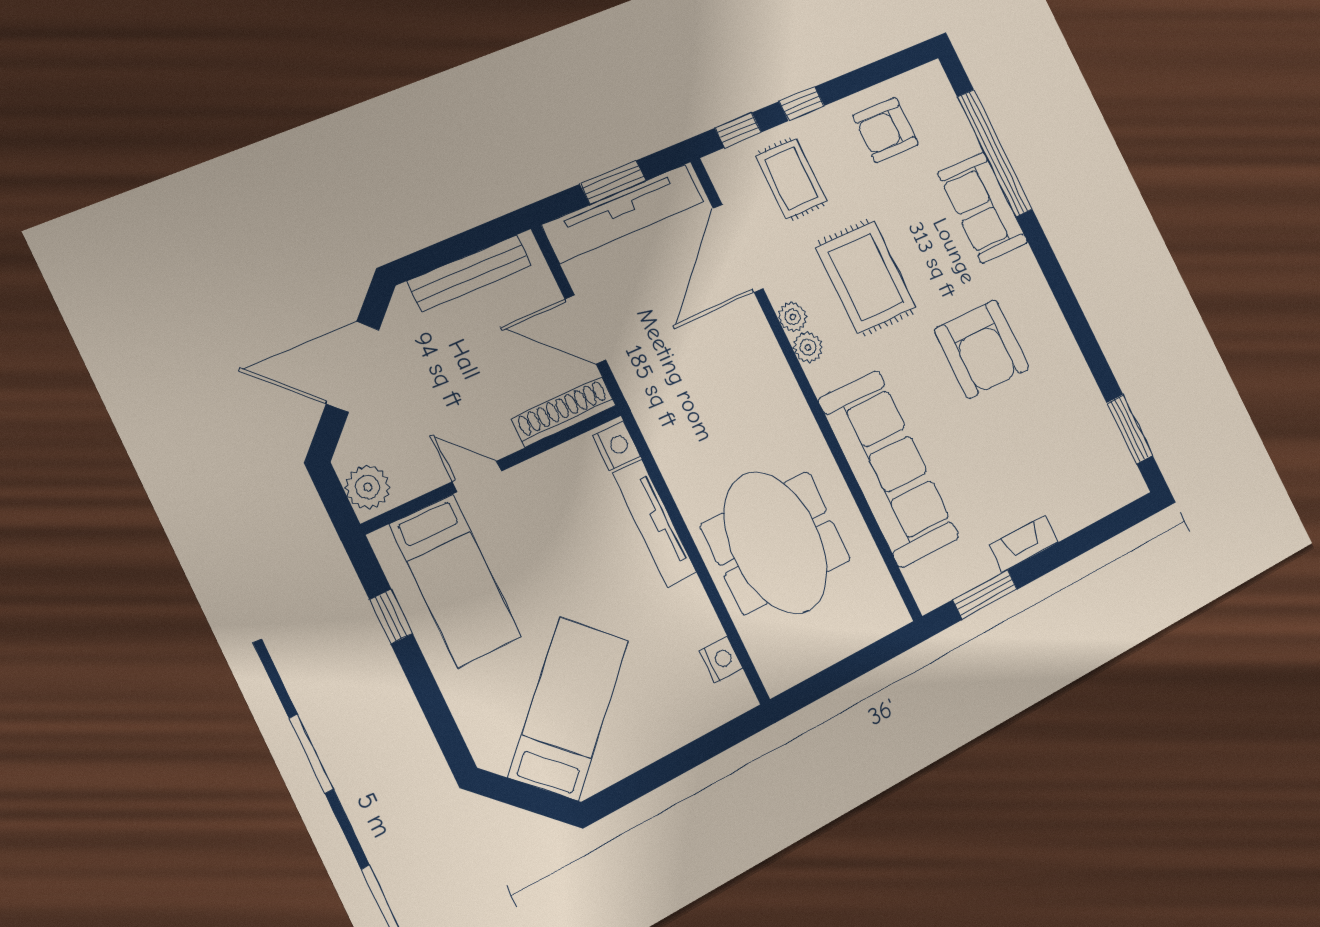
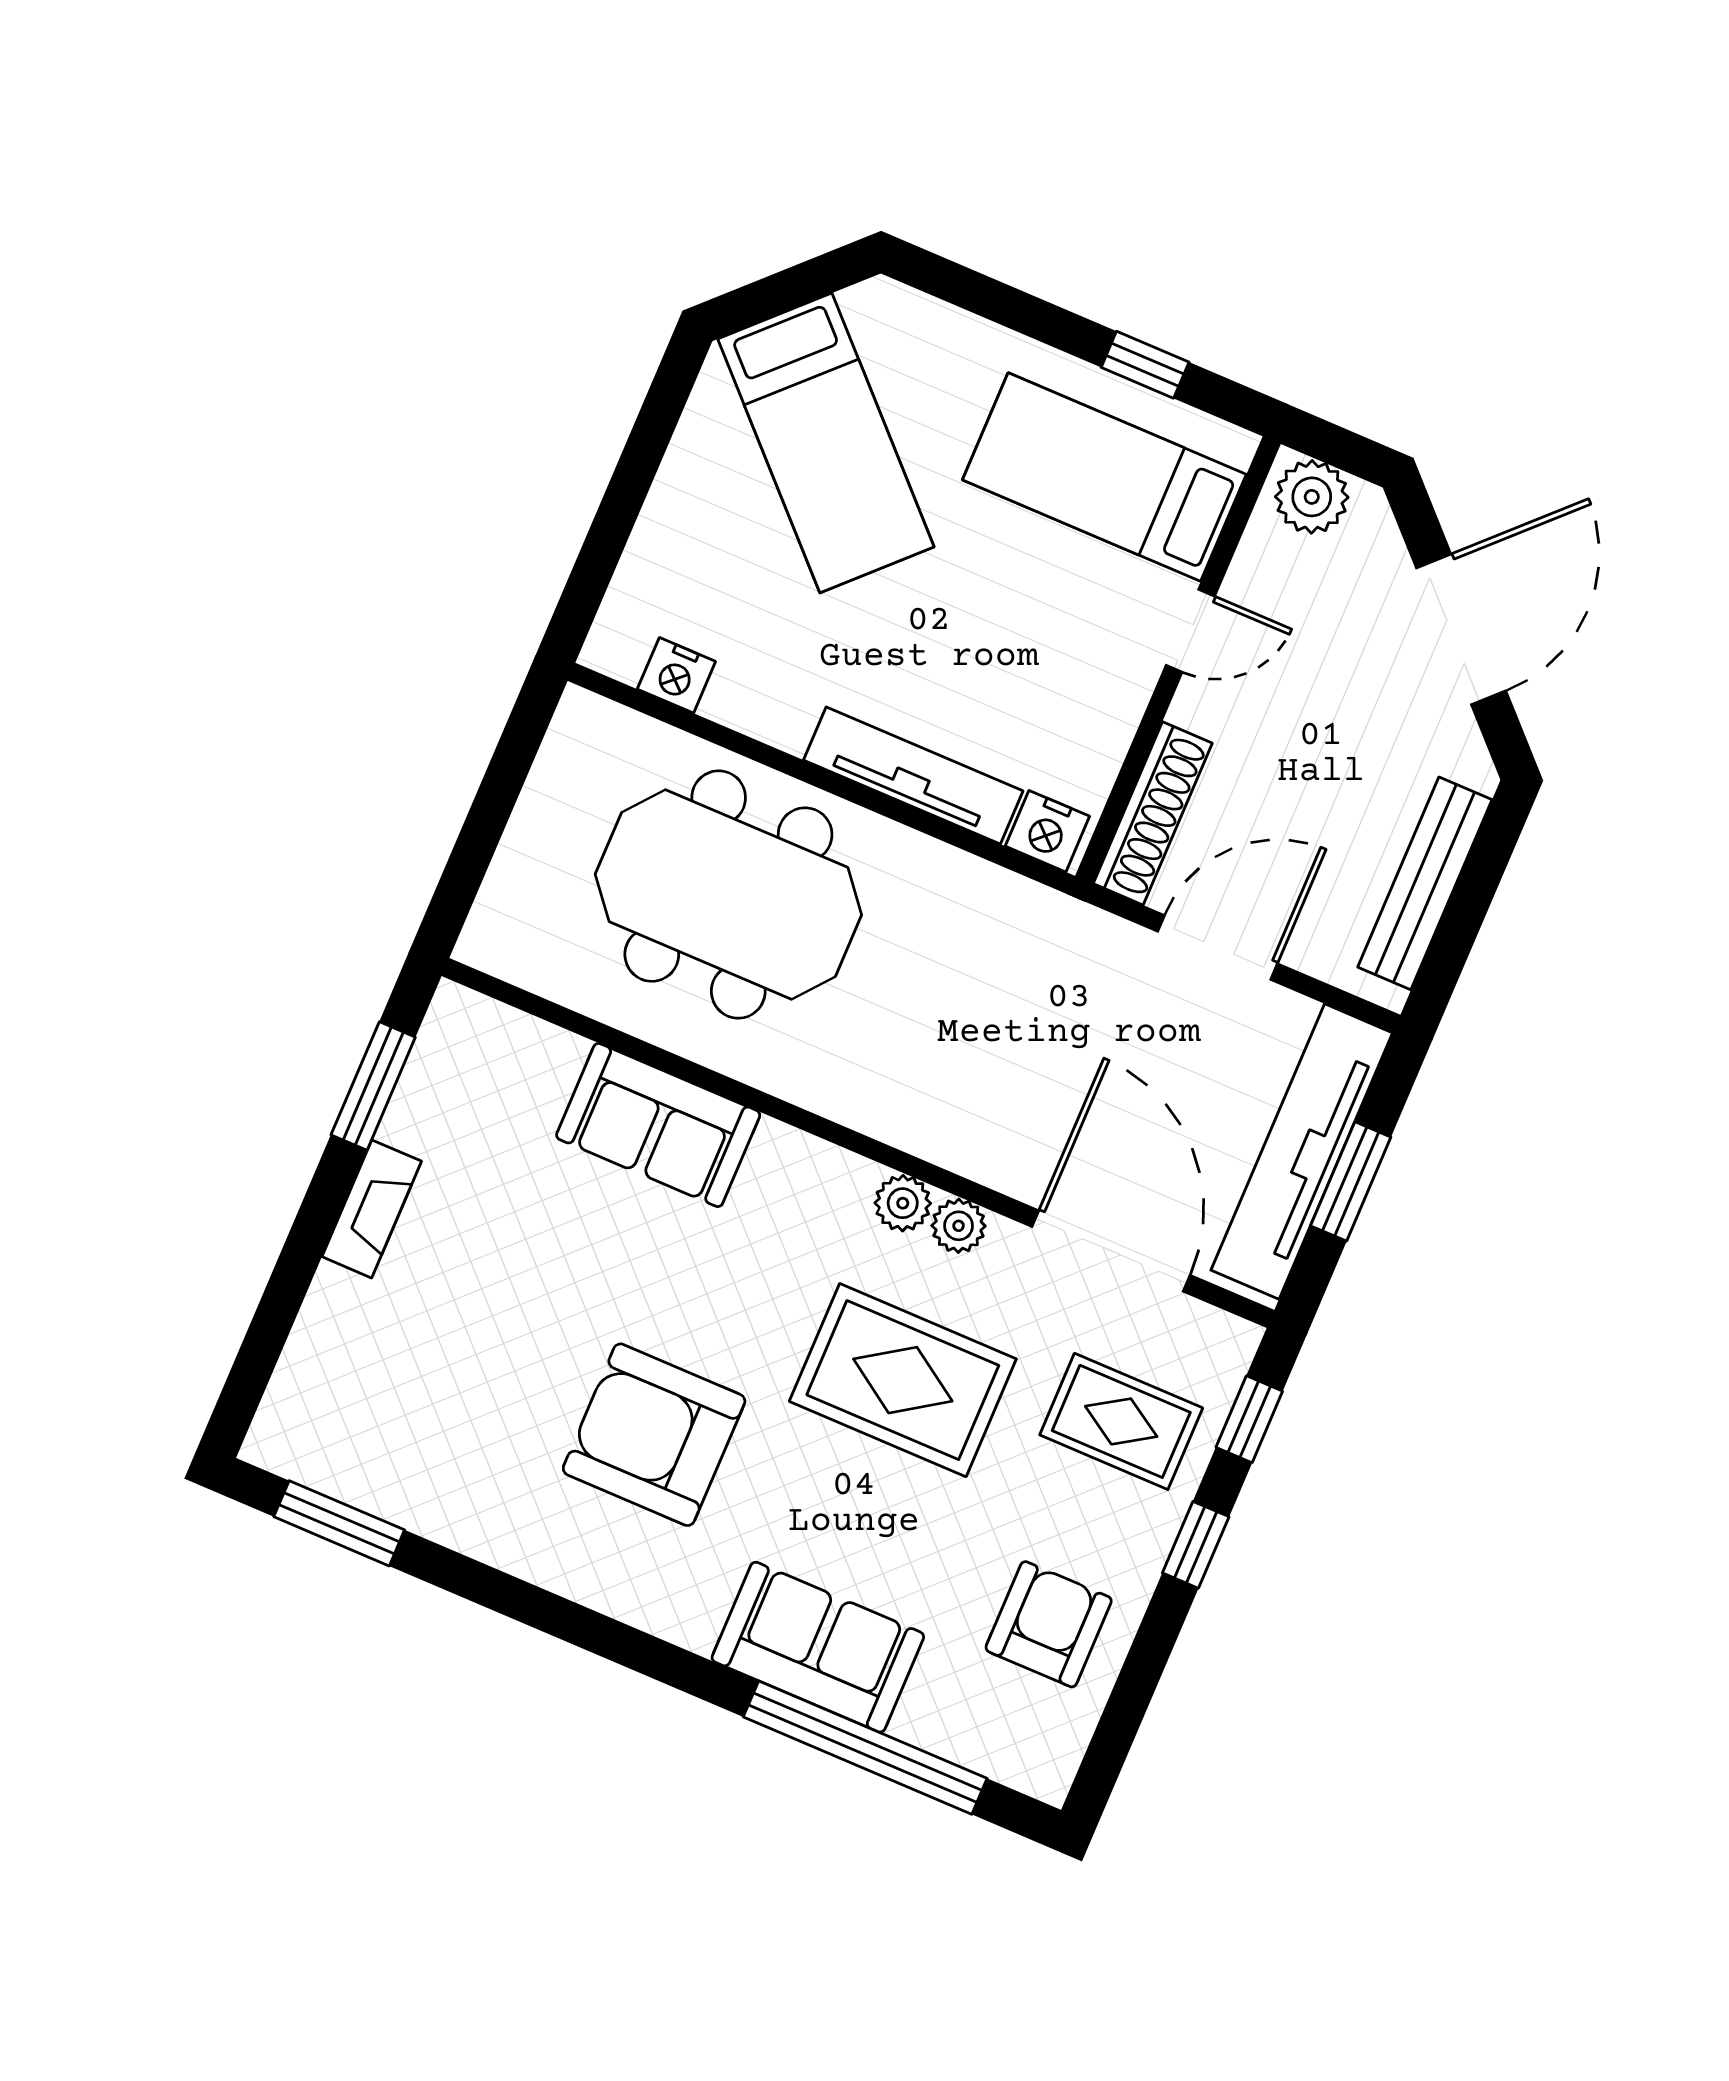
sofa: (889, 469) -> (658, 1125), width x0.54, depth x0.79

